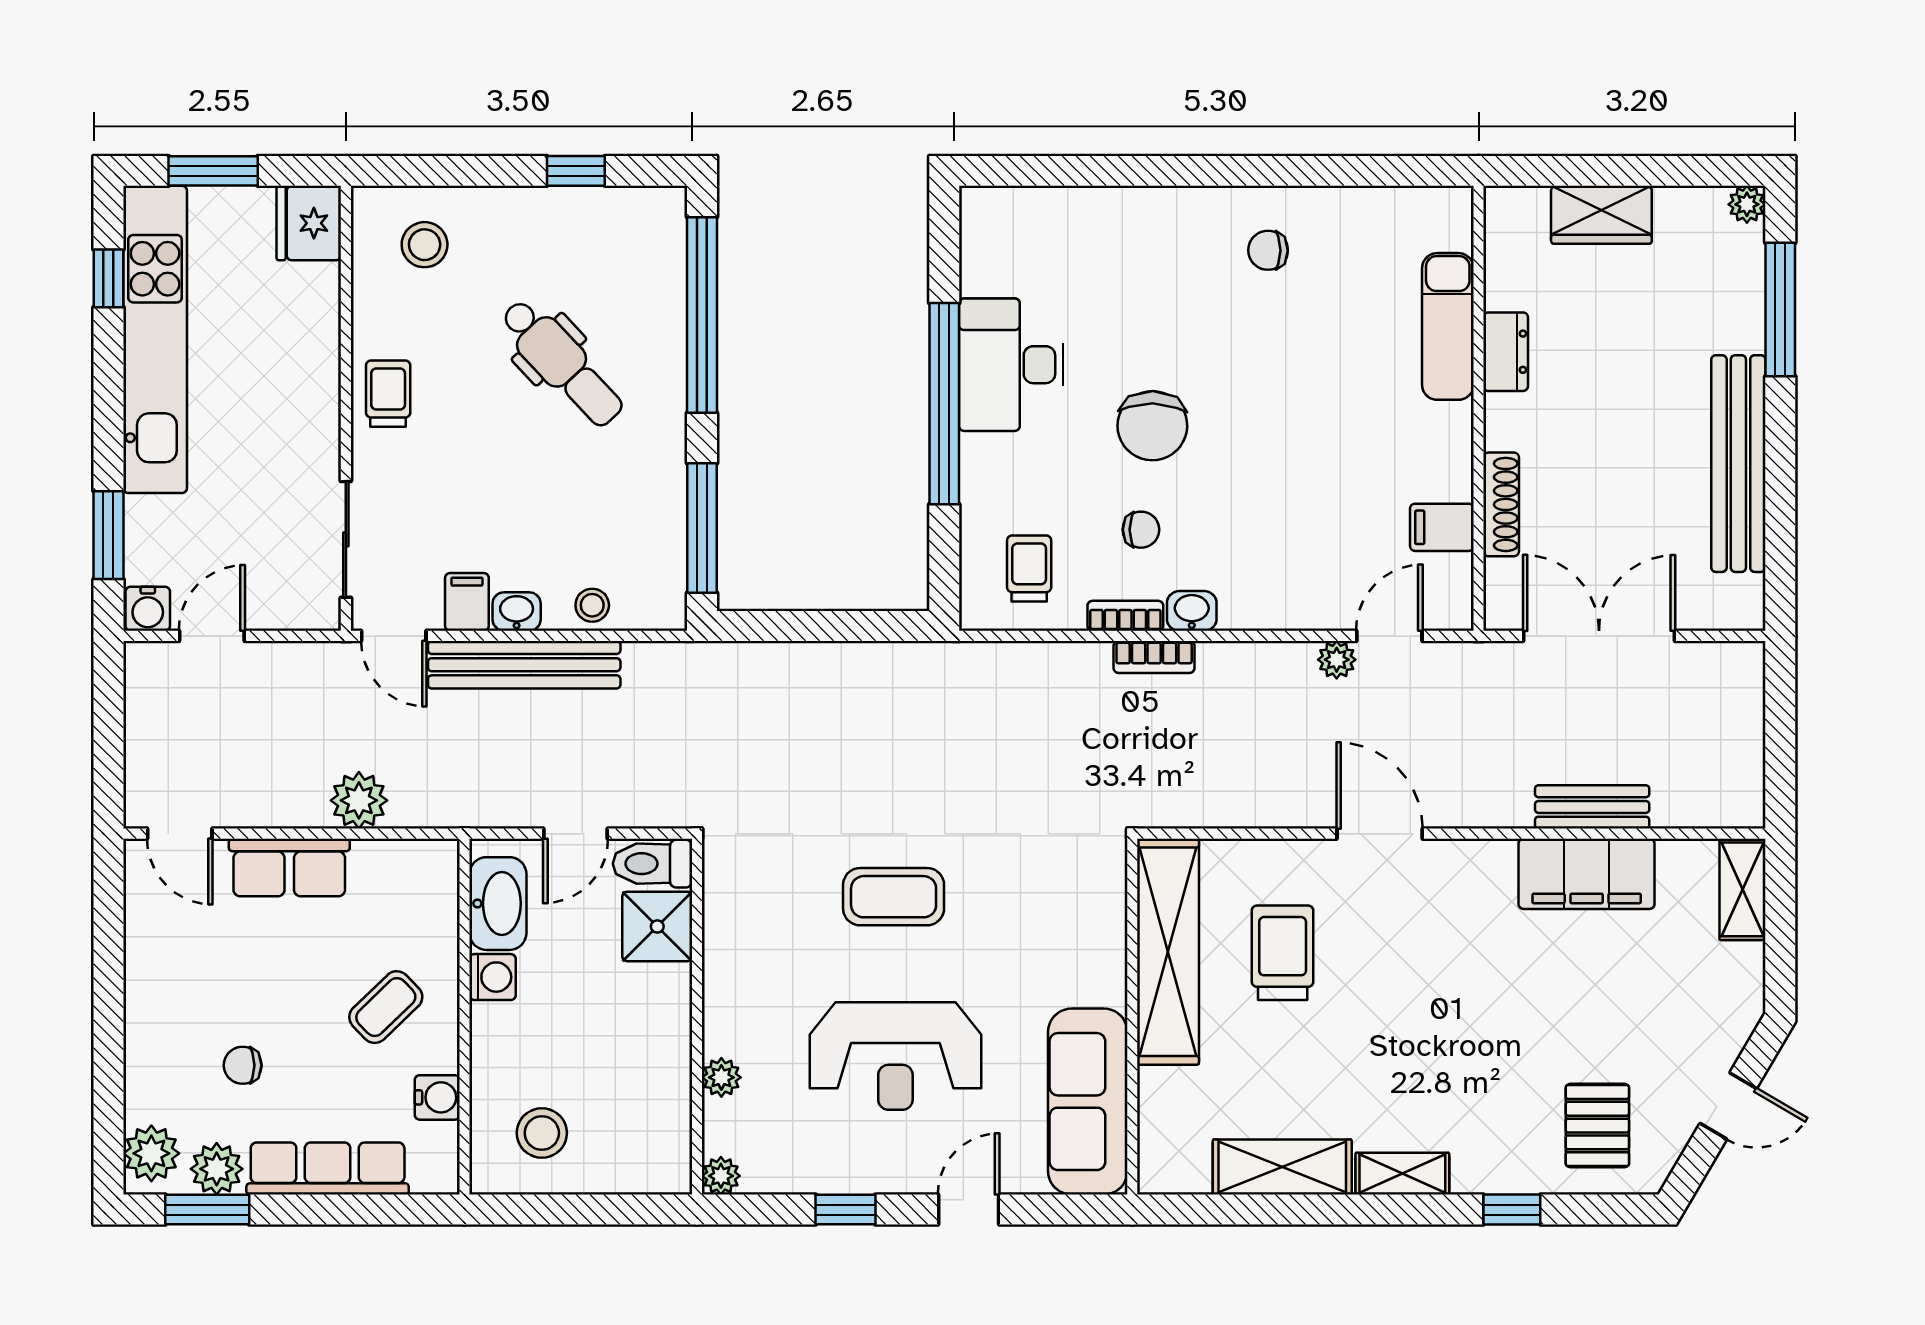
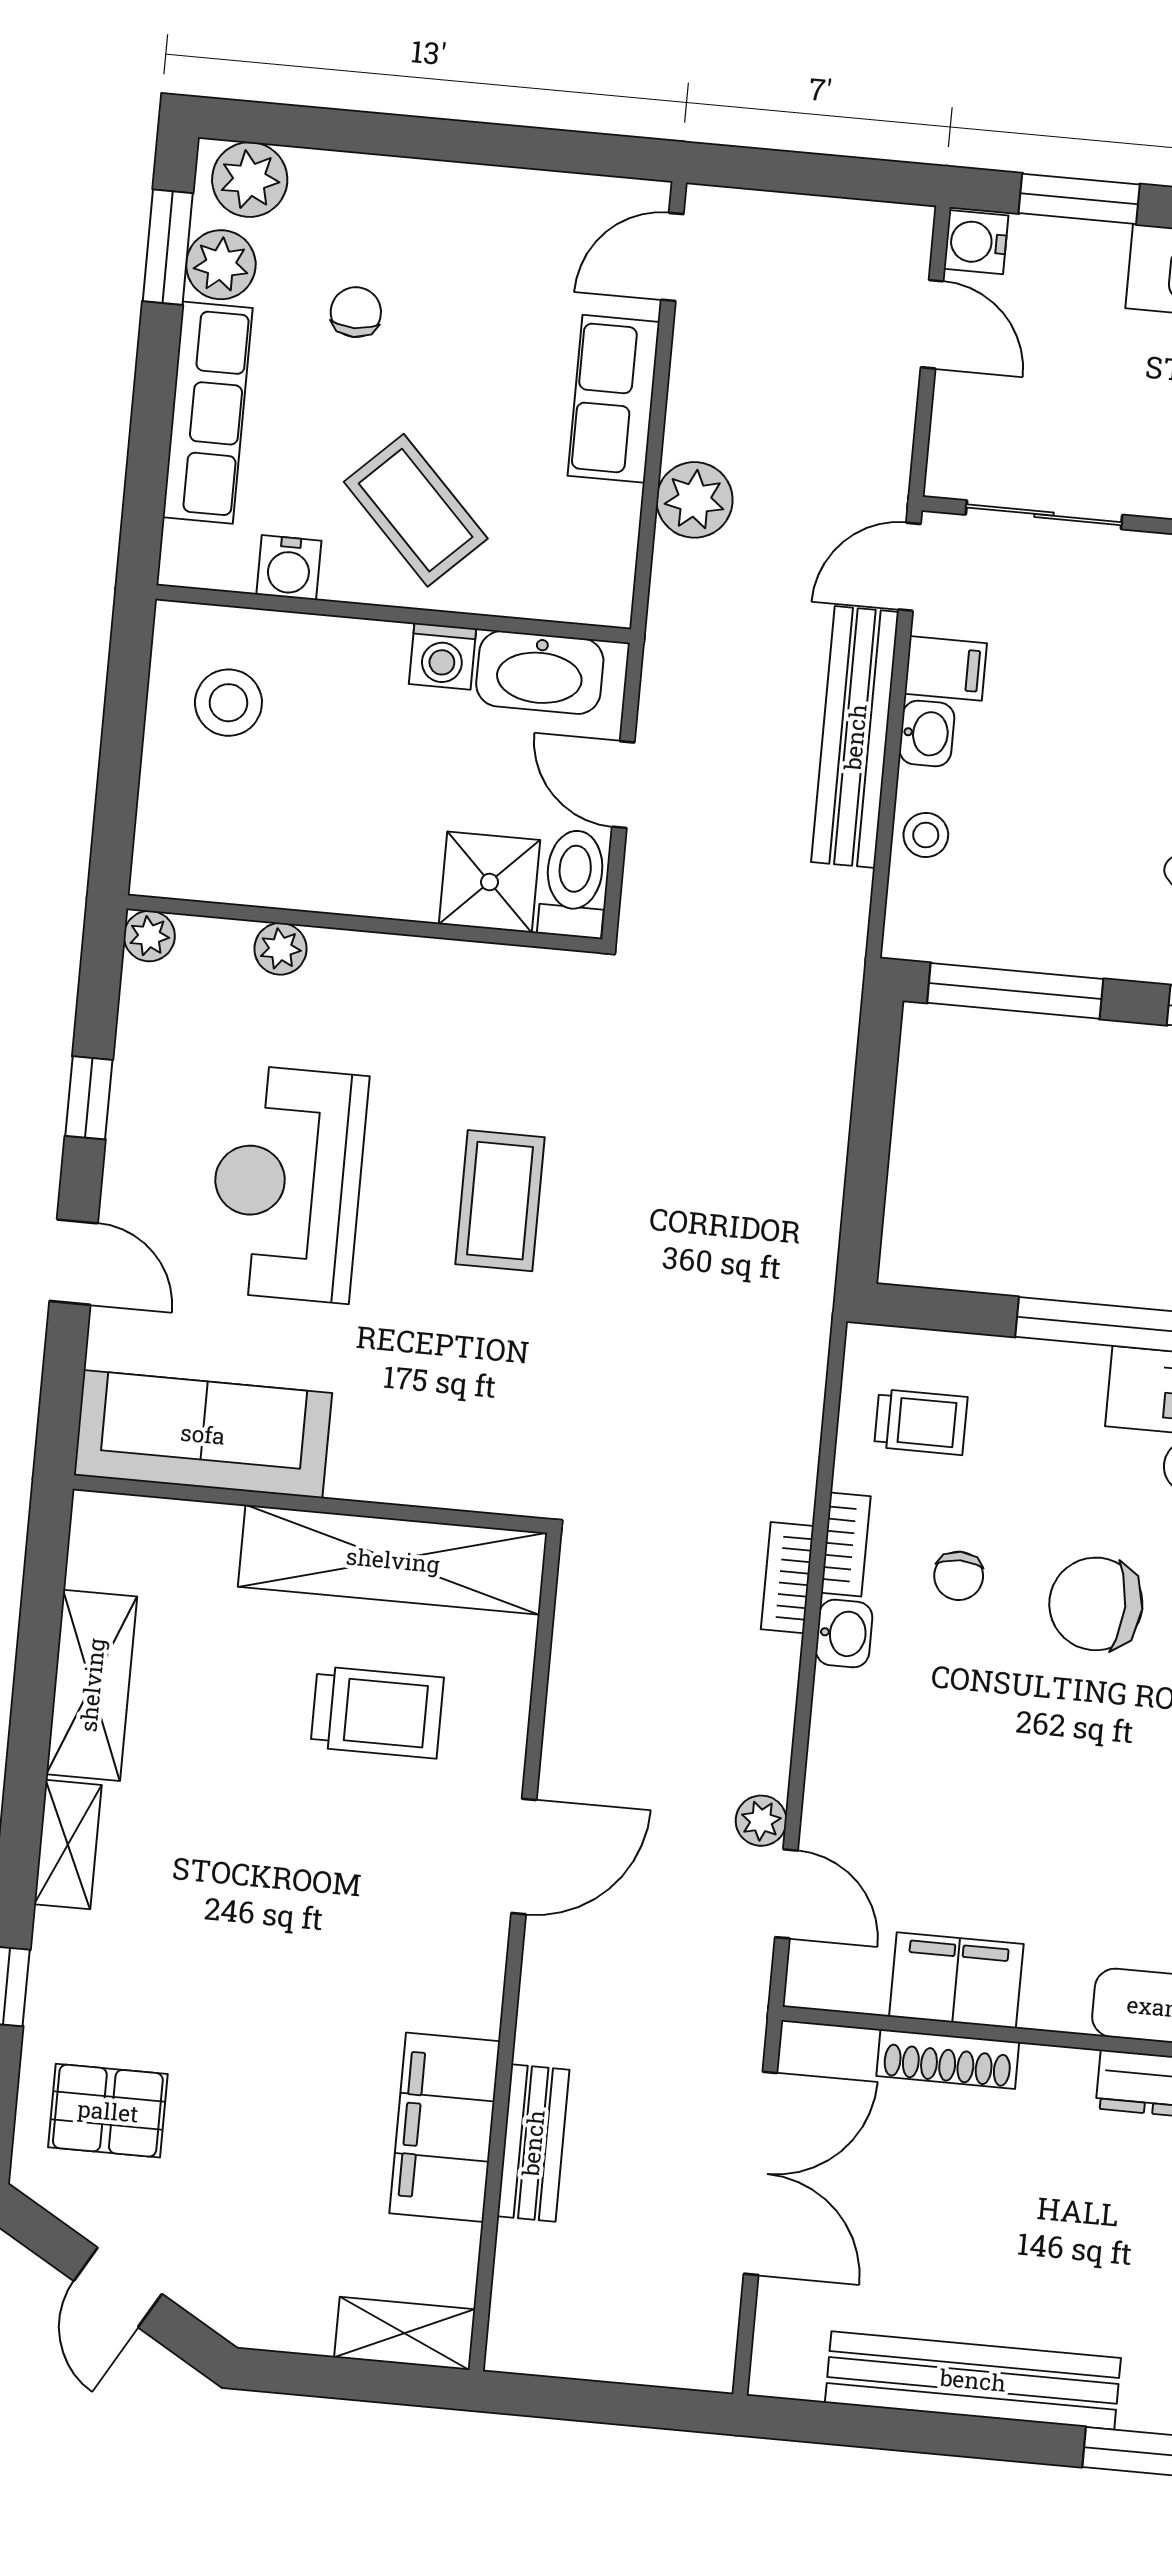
filing cabinet: (1442, 527) -> (956, 1980), width x2.00
coffee table: (386, 1007) -> (416, 510), width x1.36, depth x1.30

